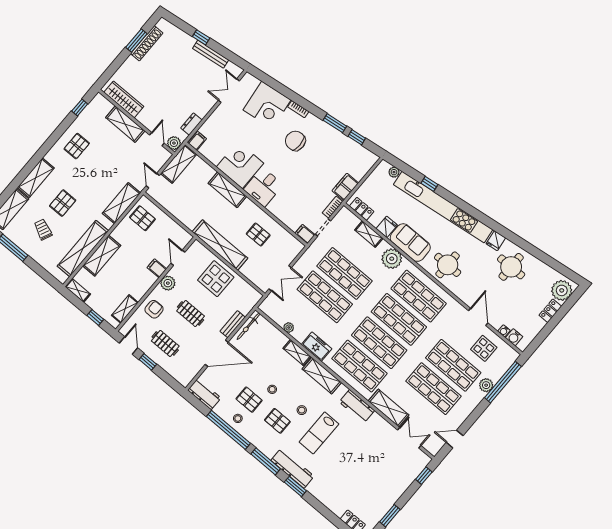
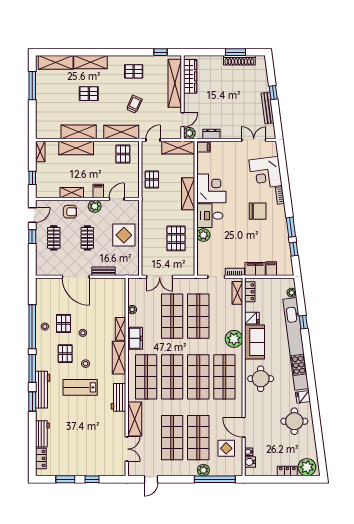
shelving: (125, 124) -> (175, 83), width x1.47
chair: (295, 141) -> (258, 211), turned 90
plant: (276, 208) -> (203, 235), added
pallet: (187, 212) -> (152, 179), added
trolley: (43, 230) -> (134, 104), moved
filing cabinet: (305, 234) -> (271, 269), moved
shelving: (369, 234) -> (237, 293), moved
pallet: (258, 235) -> (176, 238), width x1.50, depth x1.42
shelving: (220, 245) -> (148, 219), removed
shelving: (83, 248) -> (79, 132), width x0.68
shelving: (125, 309) -> (72, 193), moved
door: (478, 317) -> (244, 427), swing flipped
bicycle: (248, 326) -> (111, 283), removed
workbench: (204, 394) -> (42, 434), moved
door: (455, 439) -> (151, 479), swing flipped
window: (424, 476) -> (92, 479), moved

